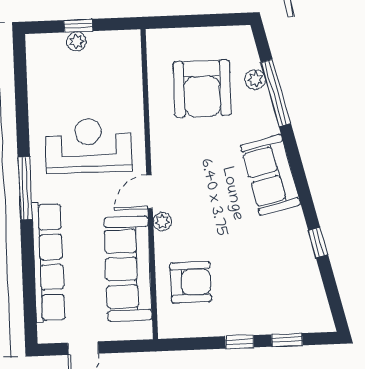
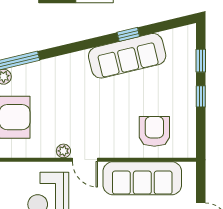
sofa: (270, 175) -> (127, 56), moved, width x1.36
plant: (162, 222) -> (63, 151), moved

